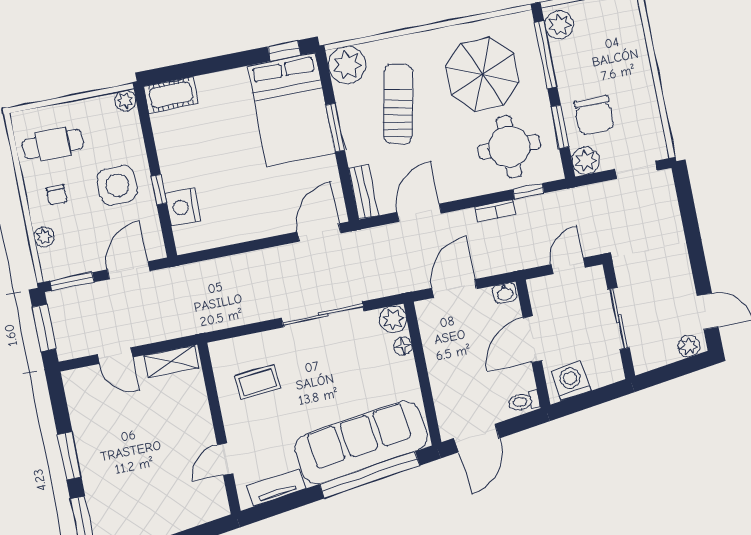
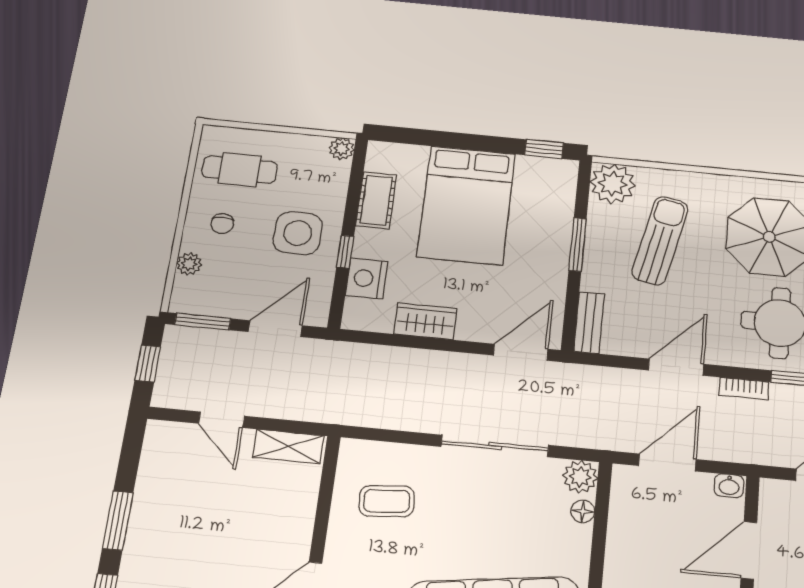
cot: (171, 95) -> (376, 200), moved, turned 90
bed: (291, 110) -> (466, 205), moved
door: (419, 213) -> (676, 367), moved
wardrobe: (239, 229) -> (425, 321), added
window: (44, 328) -> (148, 363), width x0.67

